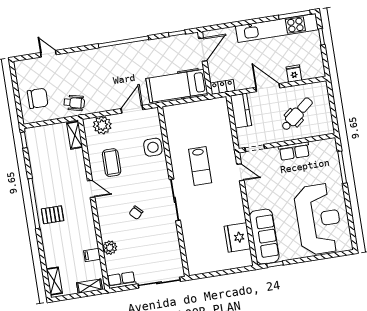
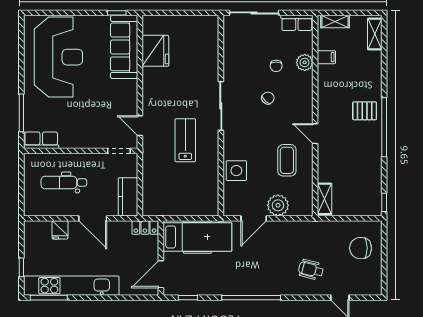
wheelchair: (74, 103) -> (311, 270), moved
dental chair: (297, 114) -> (64, 183), turned 39
plant: (102, 125) -> (278, 205), moved
row of seats: (294, 151) -> (41, 140), moved
reception desk: (318, 219) -> (58, 57), turned 180
chair: (133, 241) -> (276, 66), added

